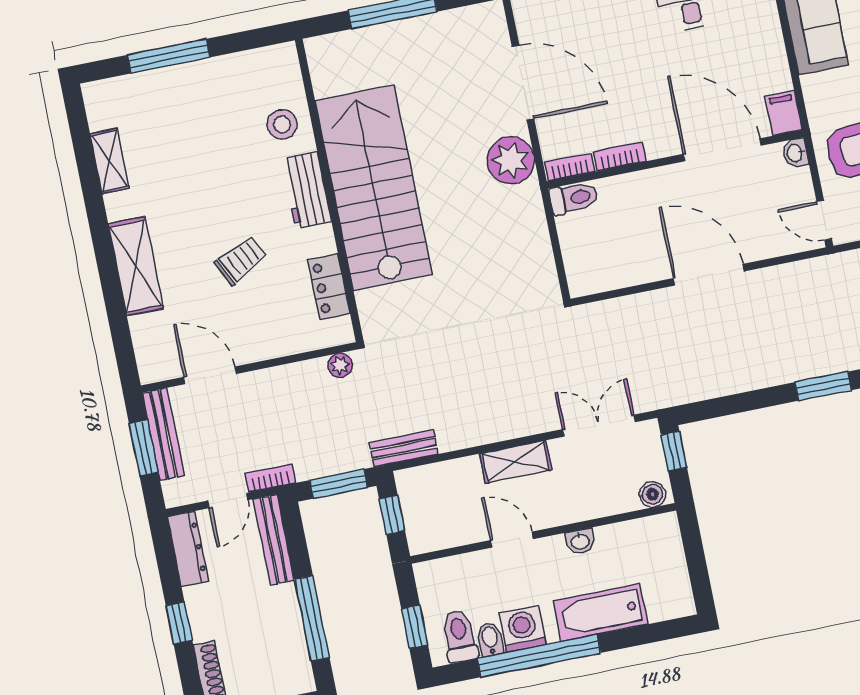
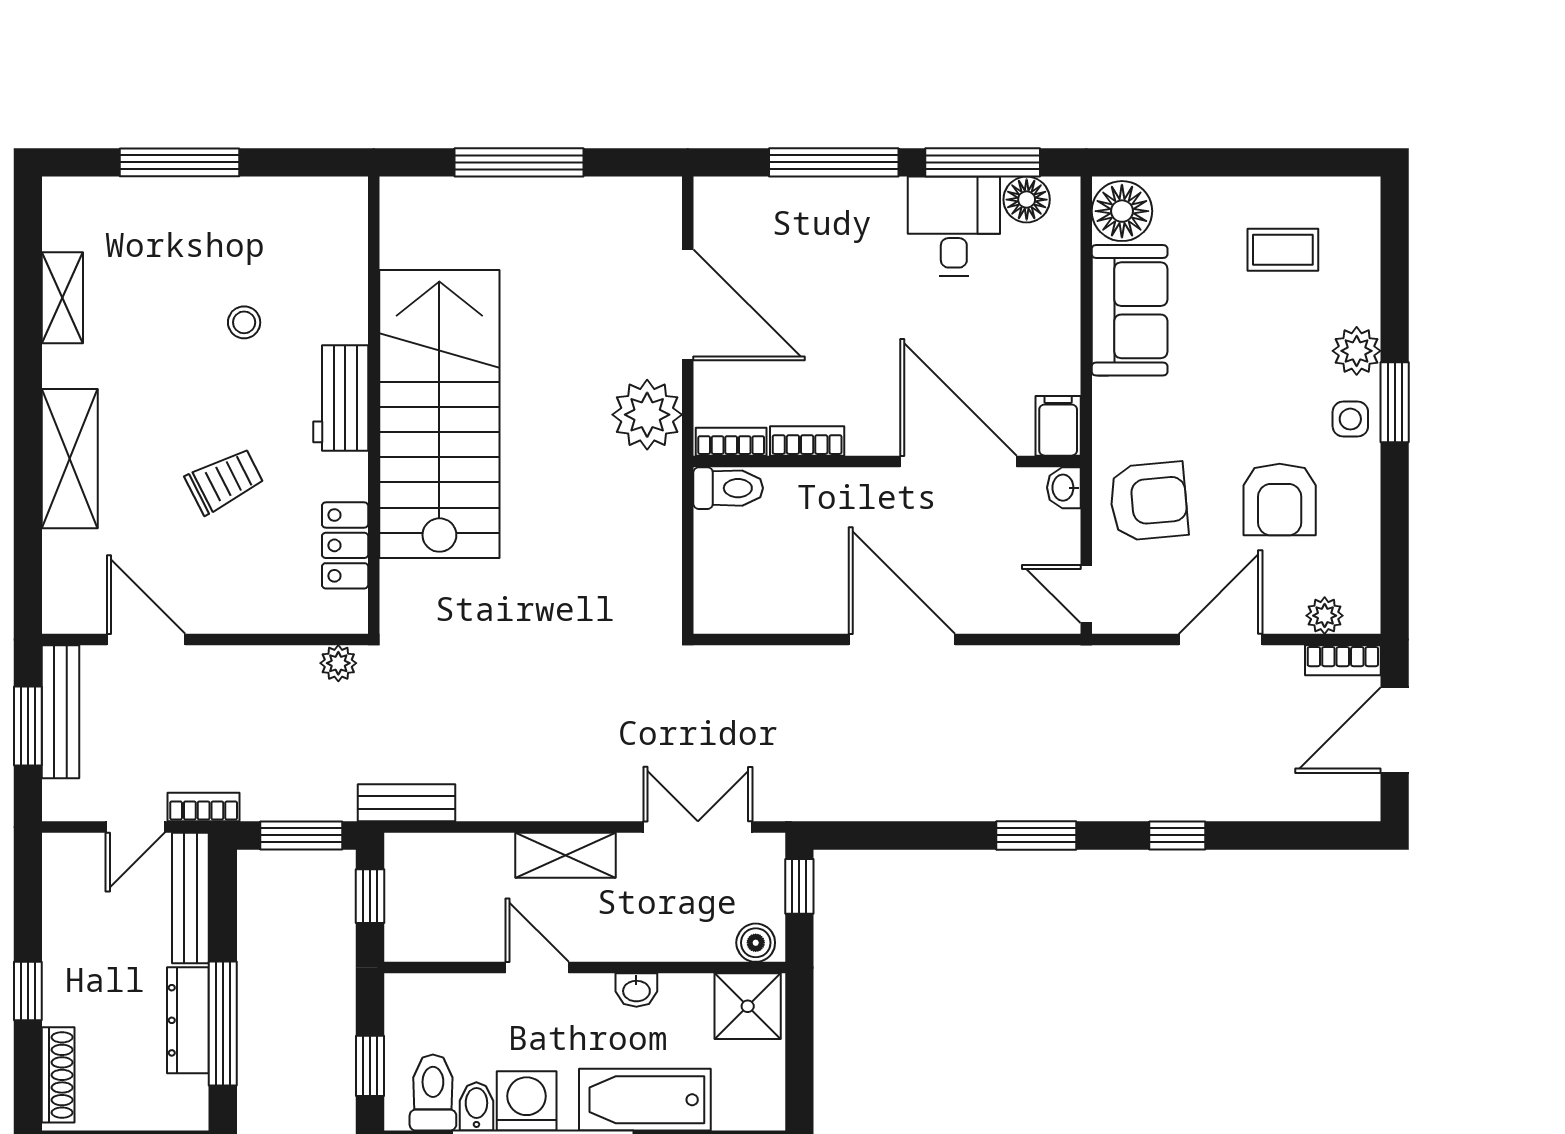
stool: (282, 124) -> (244, 322), moved, width x0.73, depth x0.73
shower: (656, 537) -> (748, 1006), added
dresser: (188, 549) -> (188, 1020), moved, turned 180

